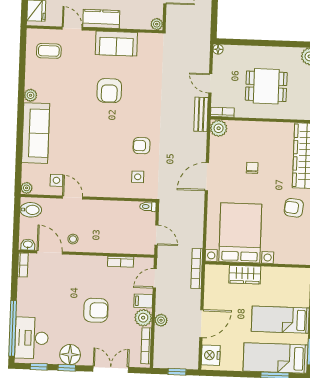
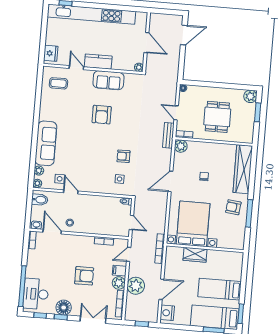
dining table: (266, 86) -> (217, 117), turned 90
plant: (31, 95) -> (39, 171), moved
plant: (161, 320) -> (136, 286), width x1.88, depth x1.88

